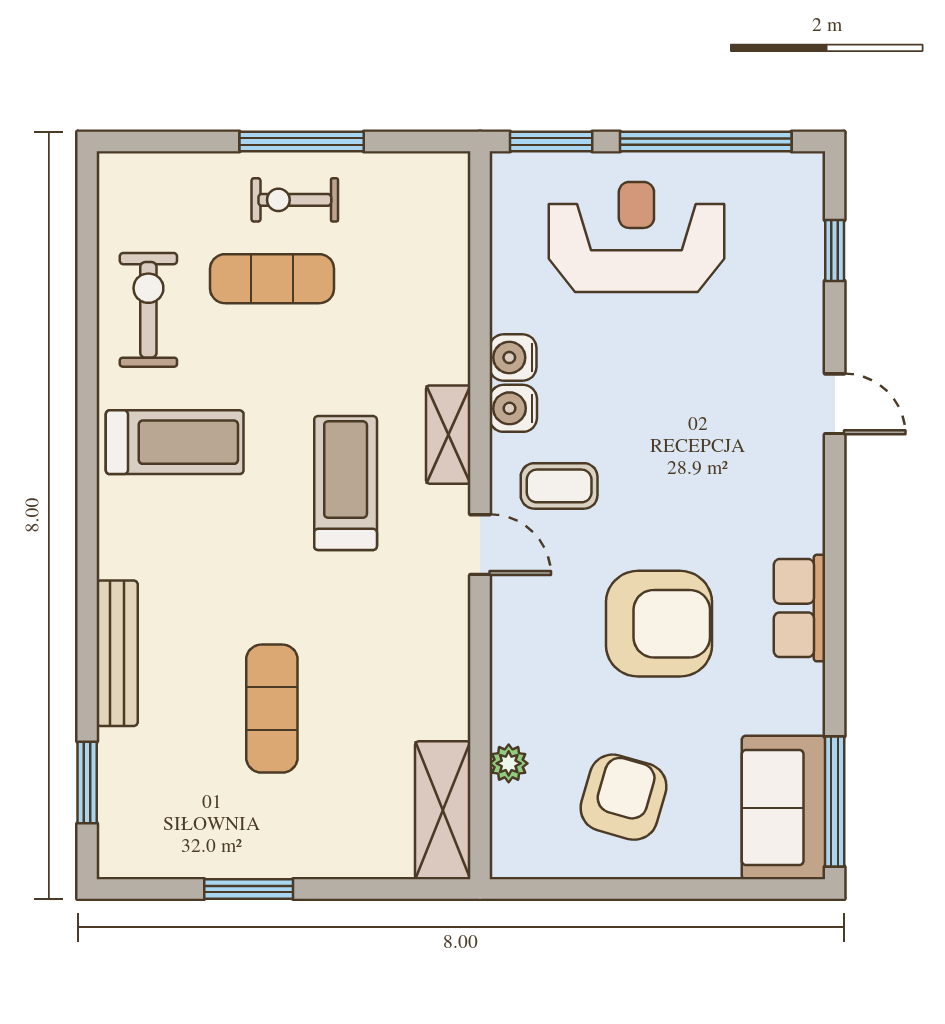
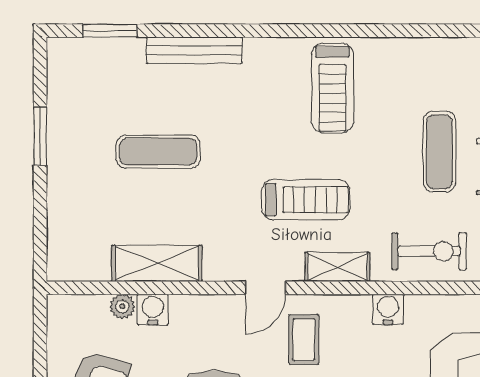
exercise bike: (148, 310) -> (429, 251), moved
water cooler: (513, 408) -> (153, 310), moved
shelving: (443, 810) -> (157, 263), moved

